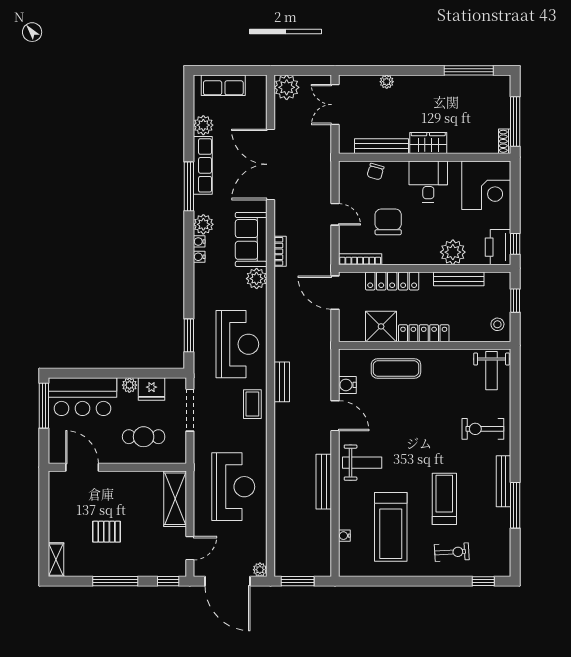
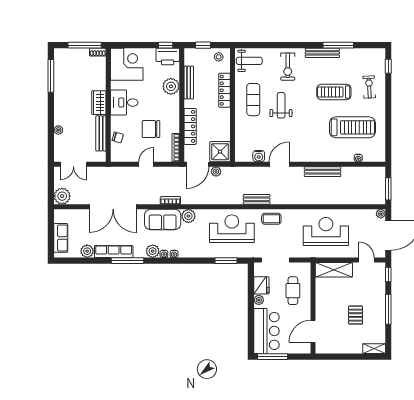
plant: (324, 320) -> (216, 171), added
shower: (381, 326) -> (220, 152), moved
locker: (424, 333) -> (225, 90), moved
exercise mat: (396, 369) -> (253, 100), moved
weight bench: (362, 463) -> (281, 105), moved

